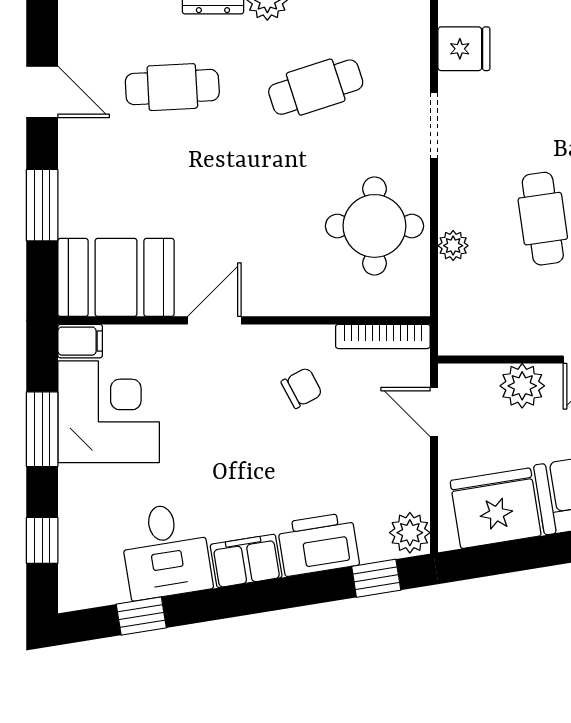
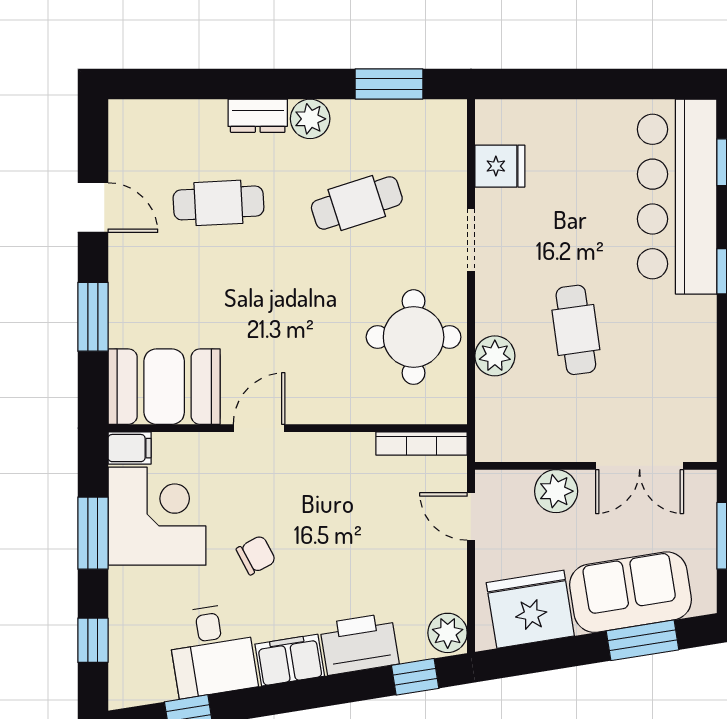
plant: (453, 246) -> (495, 356), width x1.38, depth x1.38
chair: (302, 388) -> (256, 555), moved

